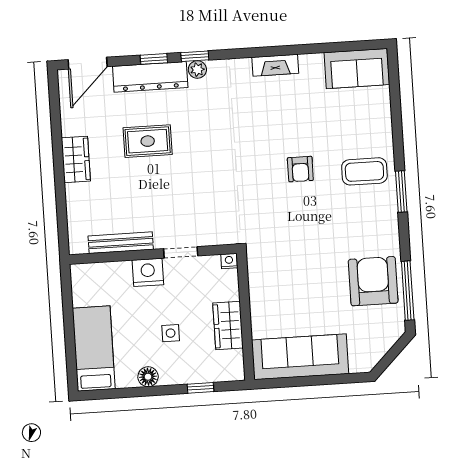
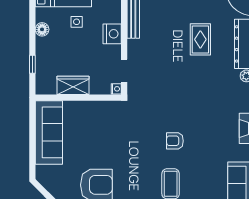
doorway: (181, 252) -> (124, 71), moved
side table: (171, 333) -> (77, 22), moved

